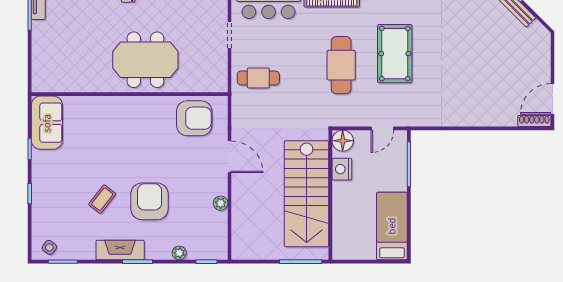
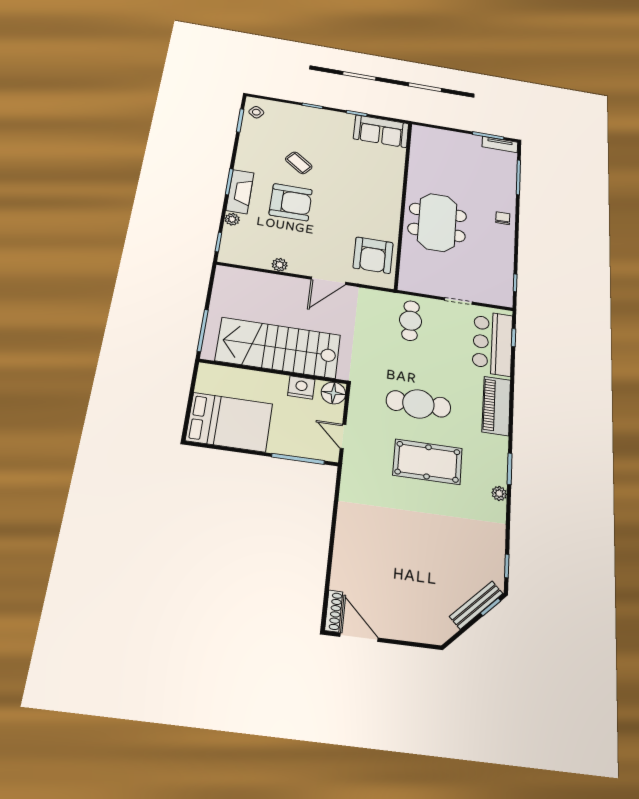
bed: (392, 226) -> (229, 422), width x1.50
fireplace: (120, 250) -> (240, 192), moved

